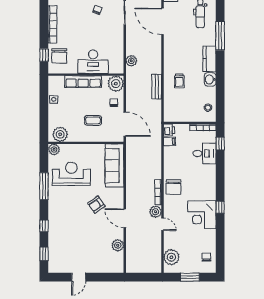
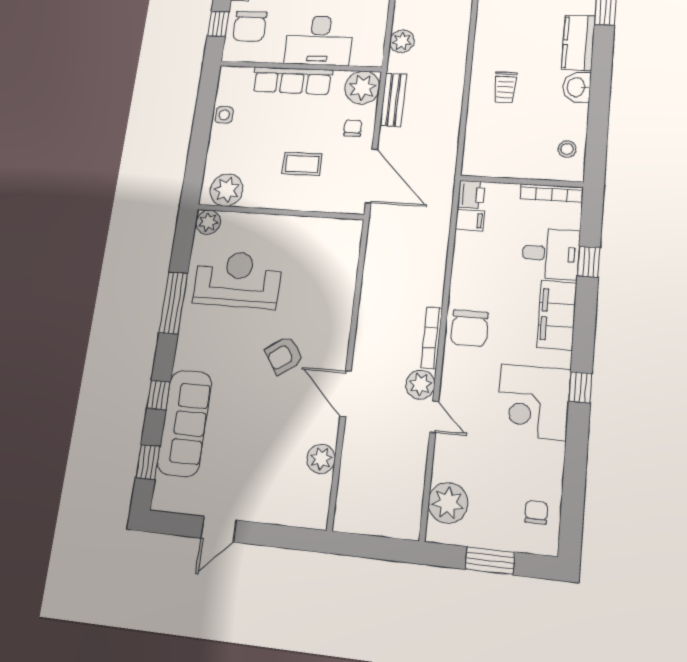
bench: (157, 87) -> (393, 100), moved
window: (220, 144) -> (589, 262), moved
sofa: (114, 166) -> (185, 423), moved, turned 180
filing cabinet: (209, 179) -> (557, 315), added

